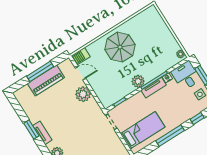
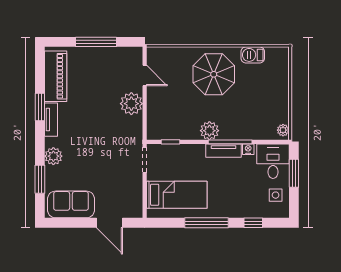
barbecue: (81, 56) -> (253, 55), moved
piano: (46, 80) -> (56, 76), moved, turned -90

